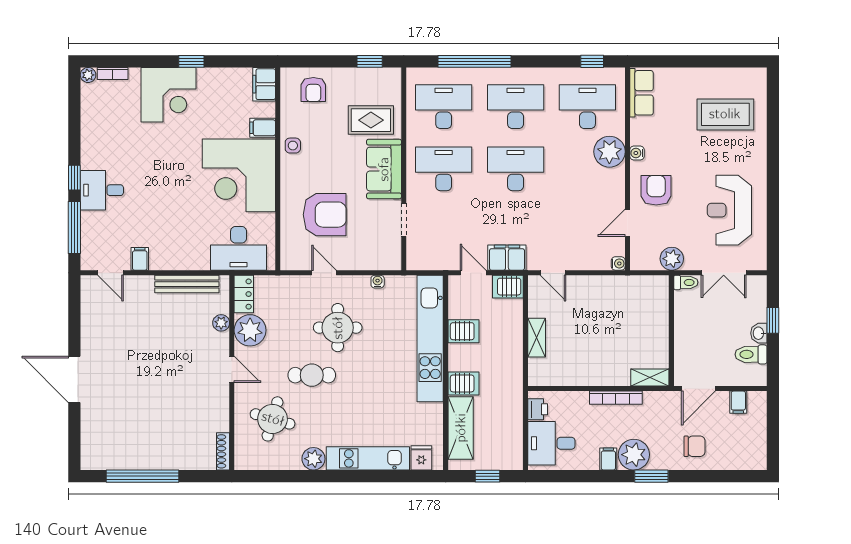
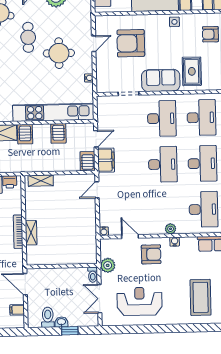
plant: (609, 152) -> (171, 229), width x0.53, depth x0.53
armchair: (325, 215) -> (131, 43), turned 90
shelving: (537, 338) -> (41, 181), moved
shelving: (650, 378) -> (31, 233), moved

